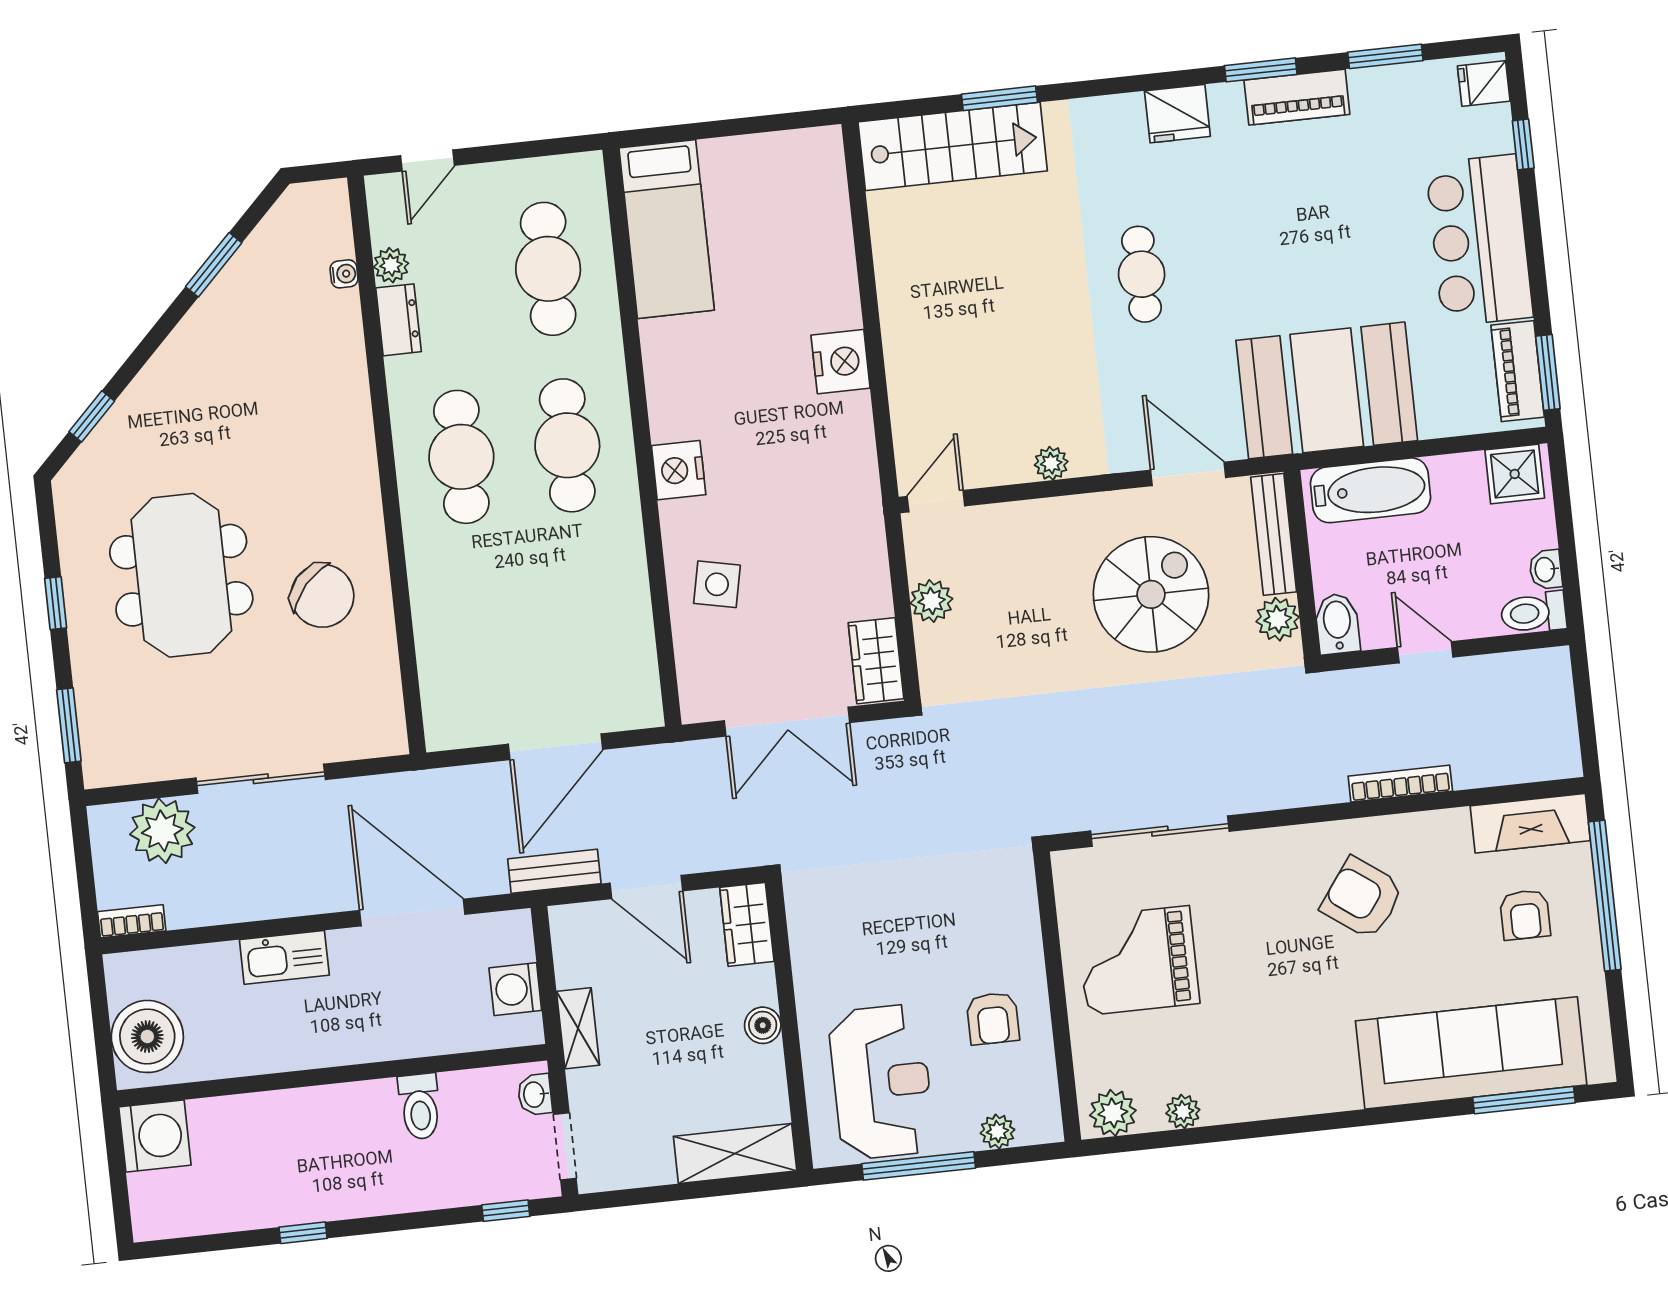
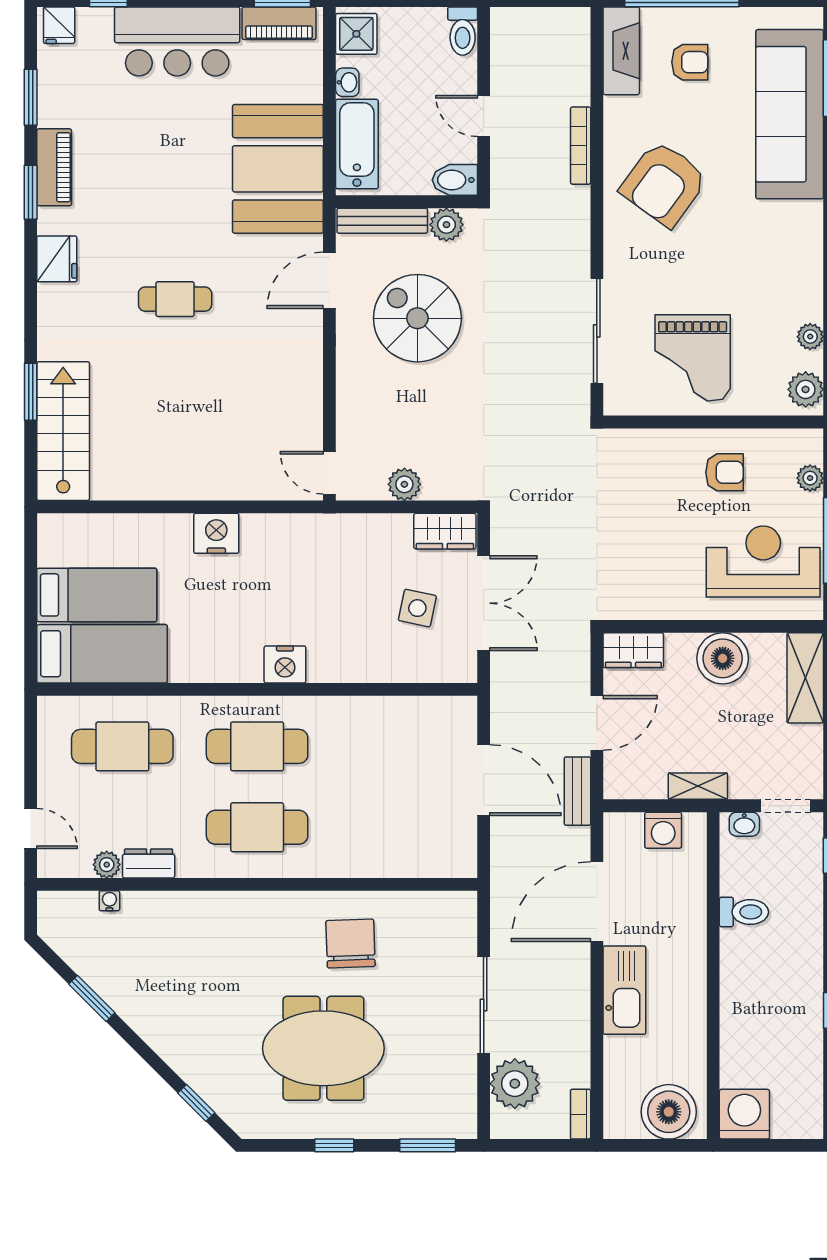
bed: (743, 214) -> (97, 595), added
plant: (1051, 463) -> (310, 383), removed
washbasin: (1546, 569) -> (347, 82), moved, turned -90
side table: (717, 584) -> (417, 608), moved
chair: (322, 596) -> (351, 944), turned -44
door: (1425, 652) -> (484, 116), hinge flipped
armchair: (1362, 898) -> (664, 184), width x1.36, depth x1.36
kitchen sink: (284, 957) -> (624, 990), width x1.36, depth x1.24
boiler: (763, 1025) -> (723, 658), width x1.86, depth x1.86

